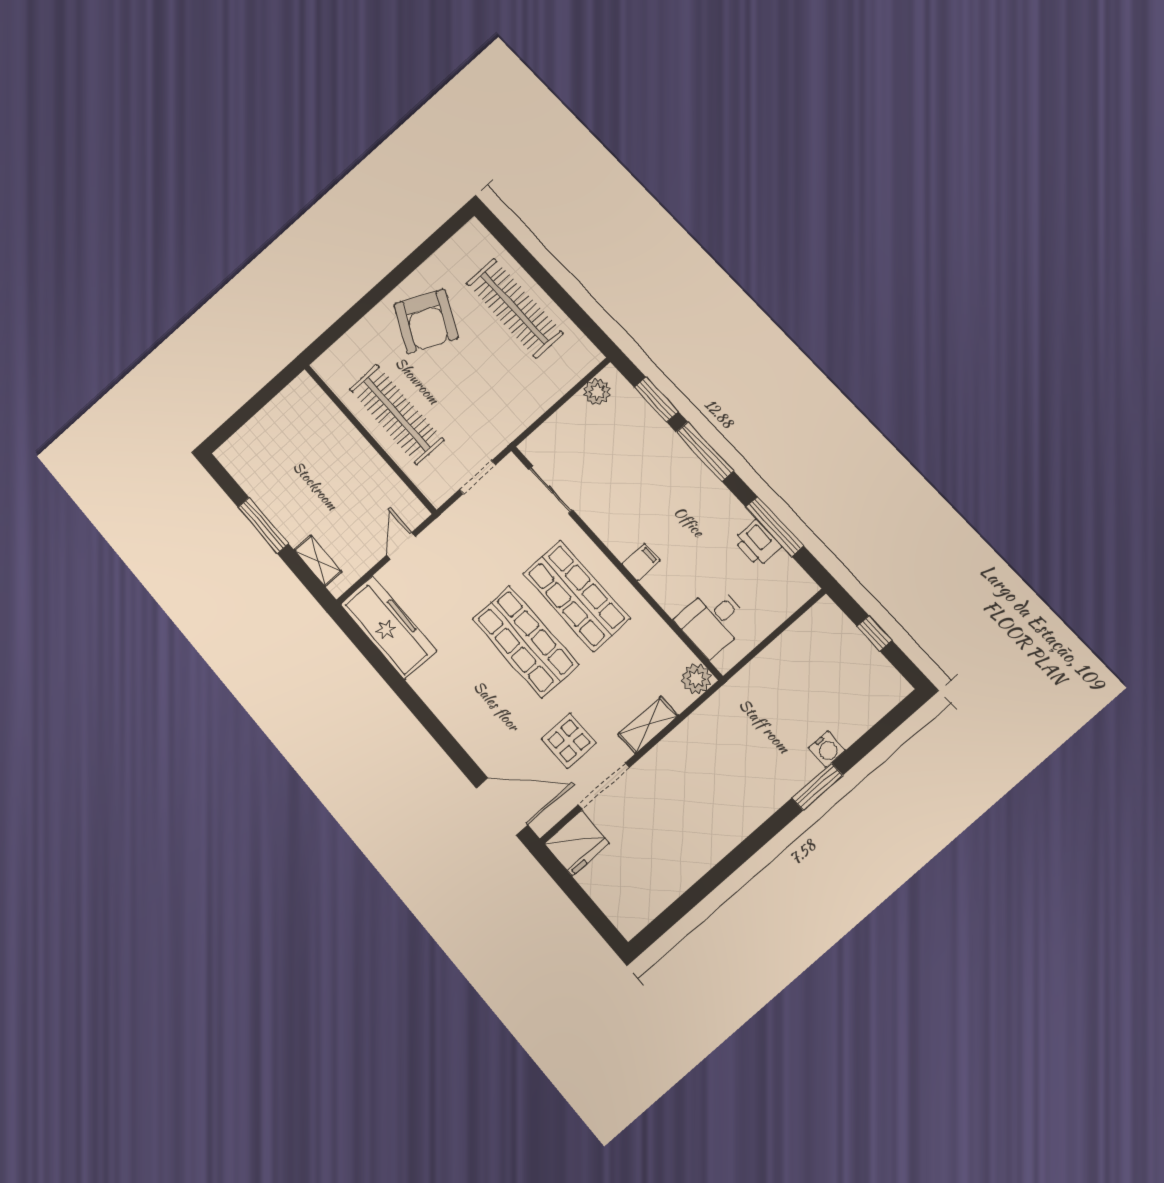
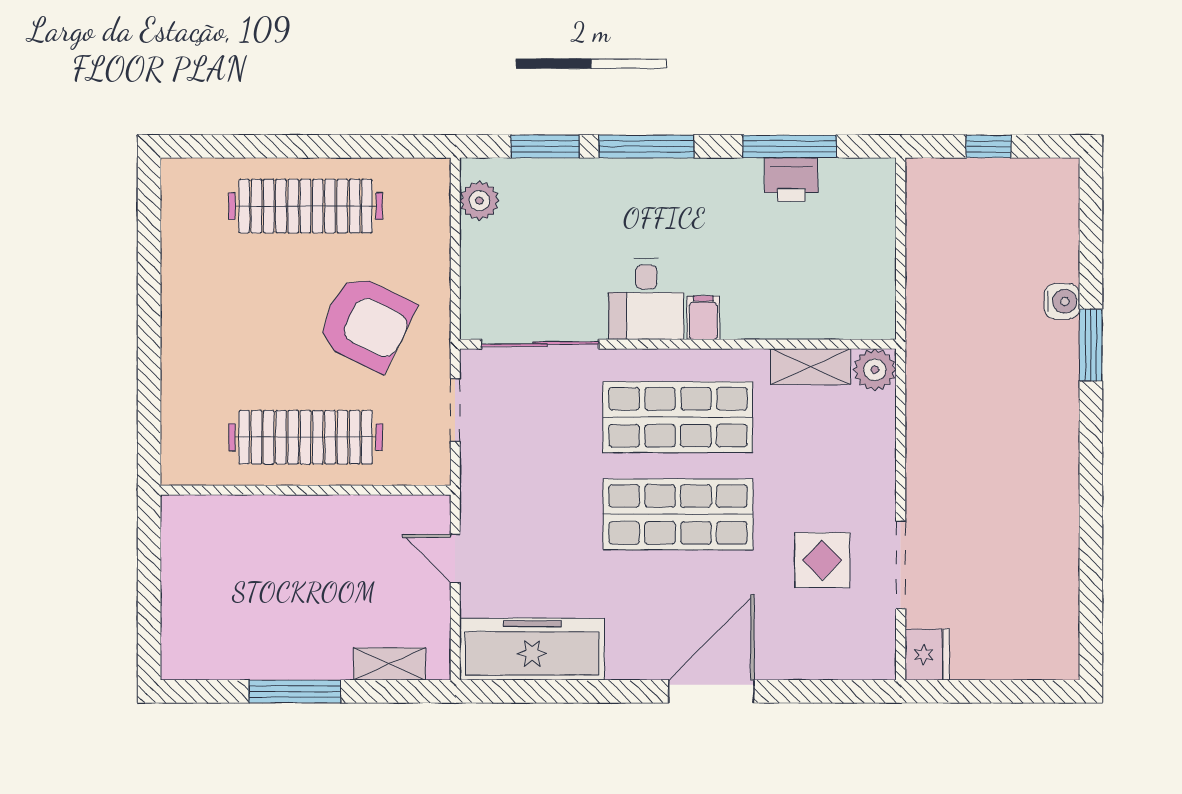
armchair: (426, 321) -> (366, 323), moved
sliding door: (551, 490) -> (540, 344), width x1.37
desk: (713, 621) -> (646, 299), moved
shelving: (648, 725) -> (811, 367), moved, turned 90
door: (502, 807) -> (711, 691), moved
fridge: (577, 843) -> (927, 655), width x0.73, depth x0.75

